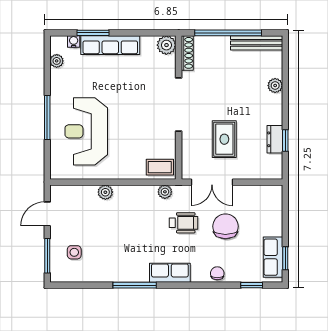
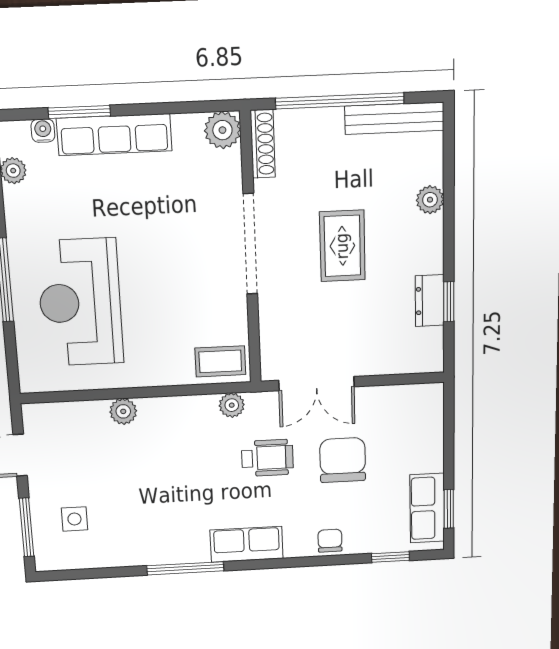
rug: (224, 139) -> (342, 246), moved

